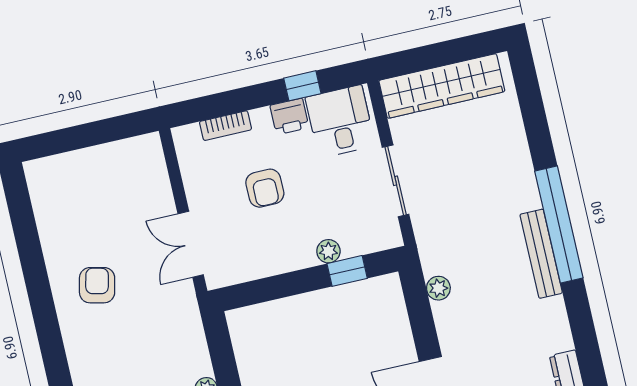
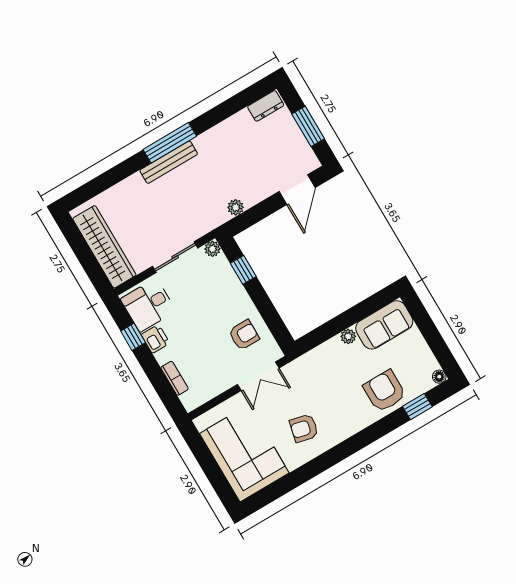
armchair: (265, 188) -> (244, 335), moved
corner sofa: (89, 190) -> (244, 453), added
window: (559, 224) -> (170, 143), width x0.68
plant: (328, 251) -> (212, 249), moved
bench: (541, 254) -> (169, 162), moved

